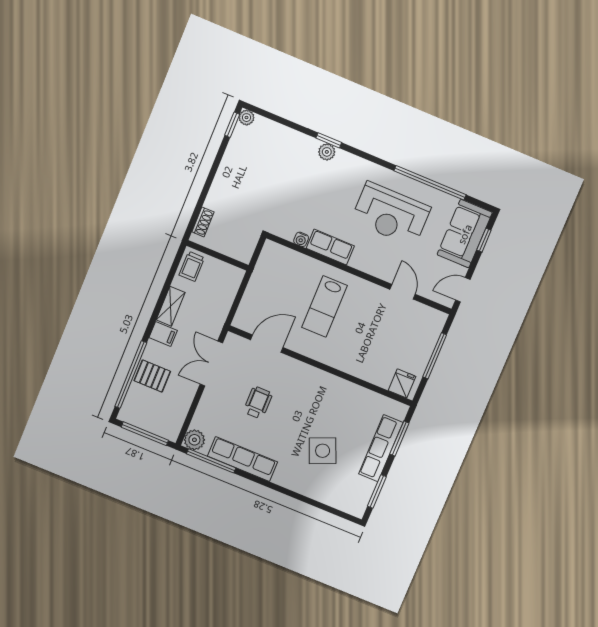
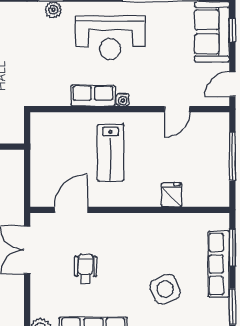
reception desk: (391, 214) -> (110, 38), moved
water cooler: (301, 239) -> (123, 100), moved
door: (403, 292) -> (177, 109), swing flipped
fridge: (402, 383) -> (172, 195), moved

